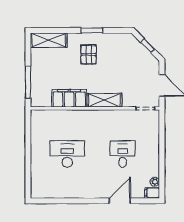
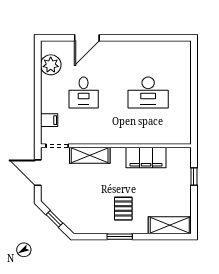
window: (28, 82) -> (194, 176), width x0.46
shelving: (104, 100) -> (90, 155), moved
plant: (155, 182) -> (51, 65), width x1.87, depth x1.87
filing cabinet: (152, 193) -> (49, 120), moved

